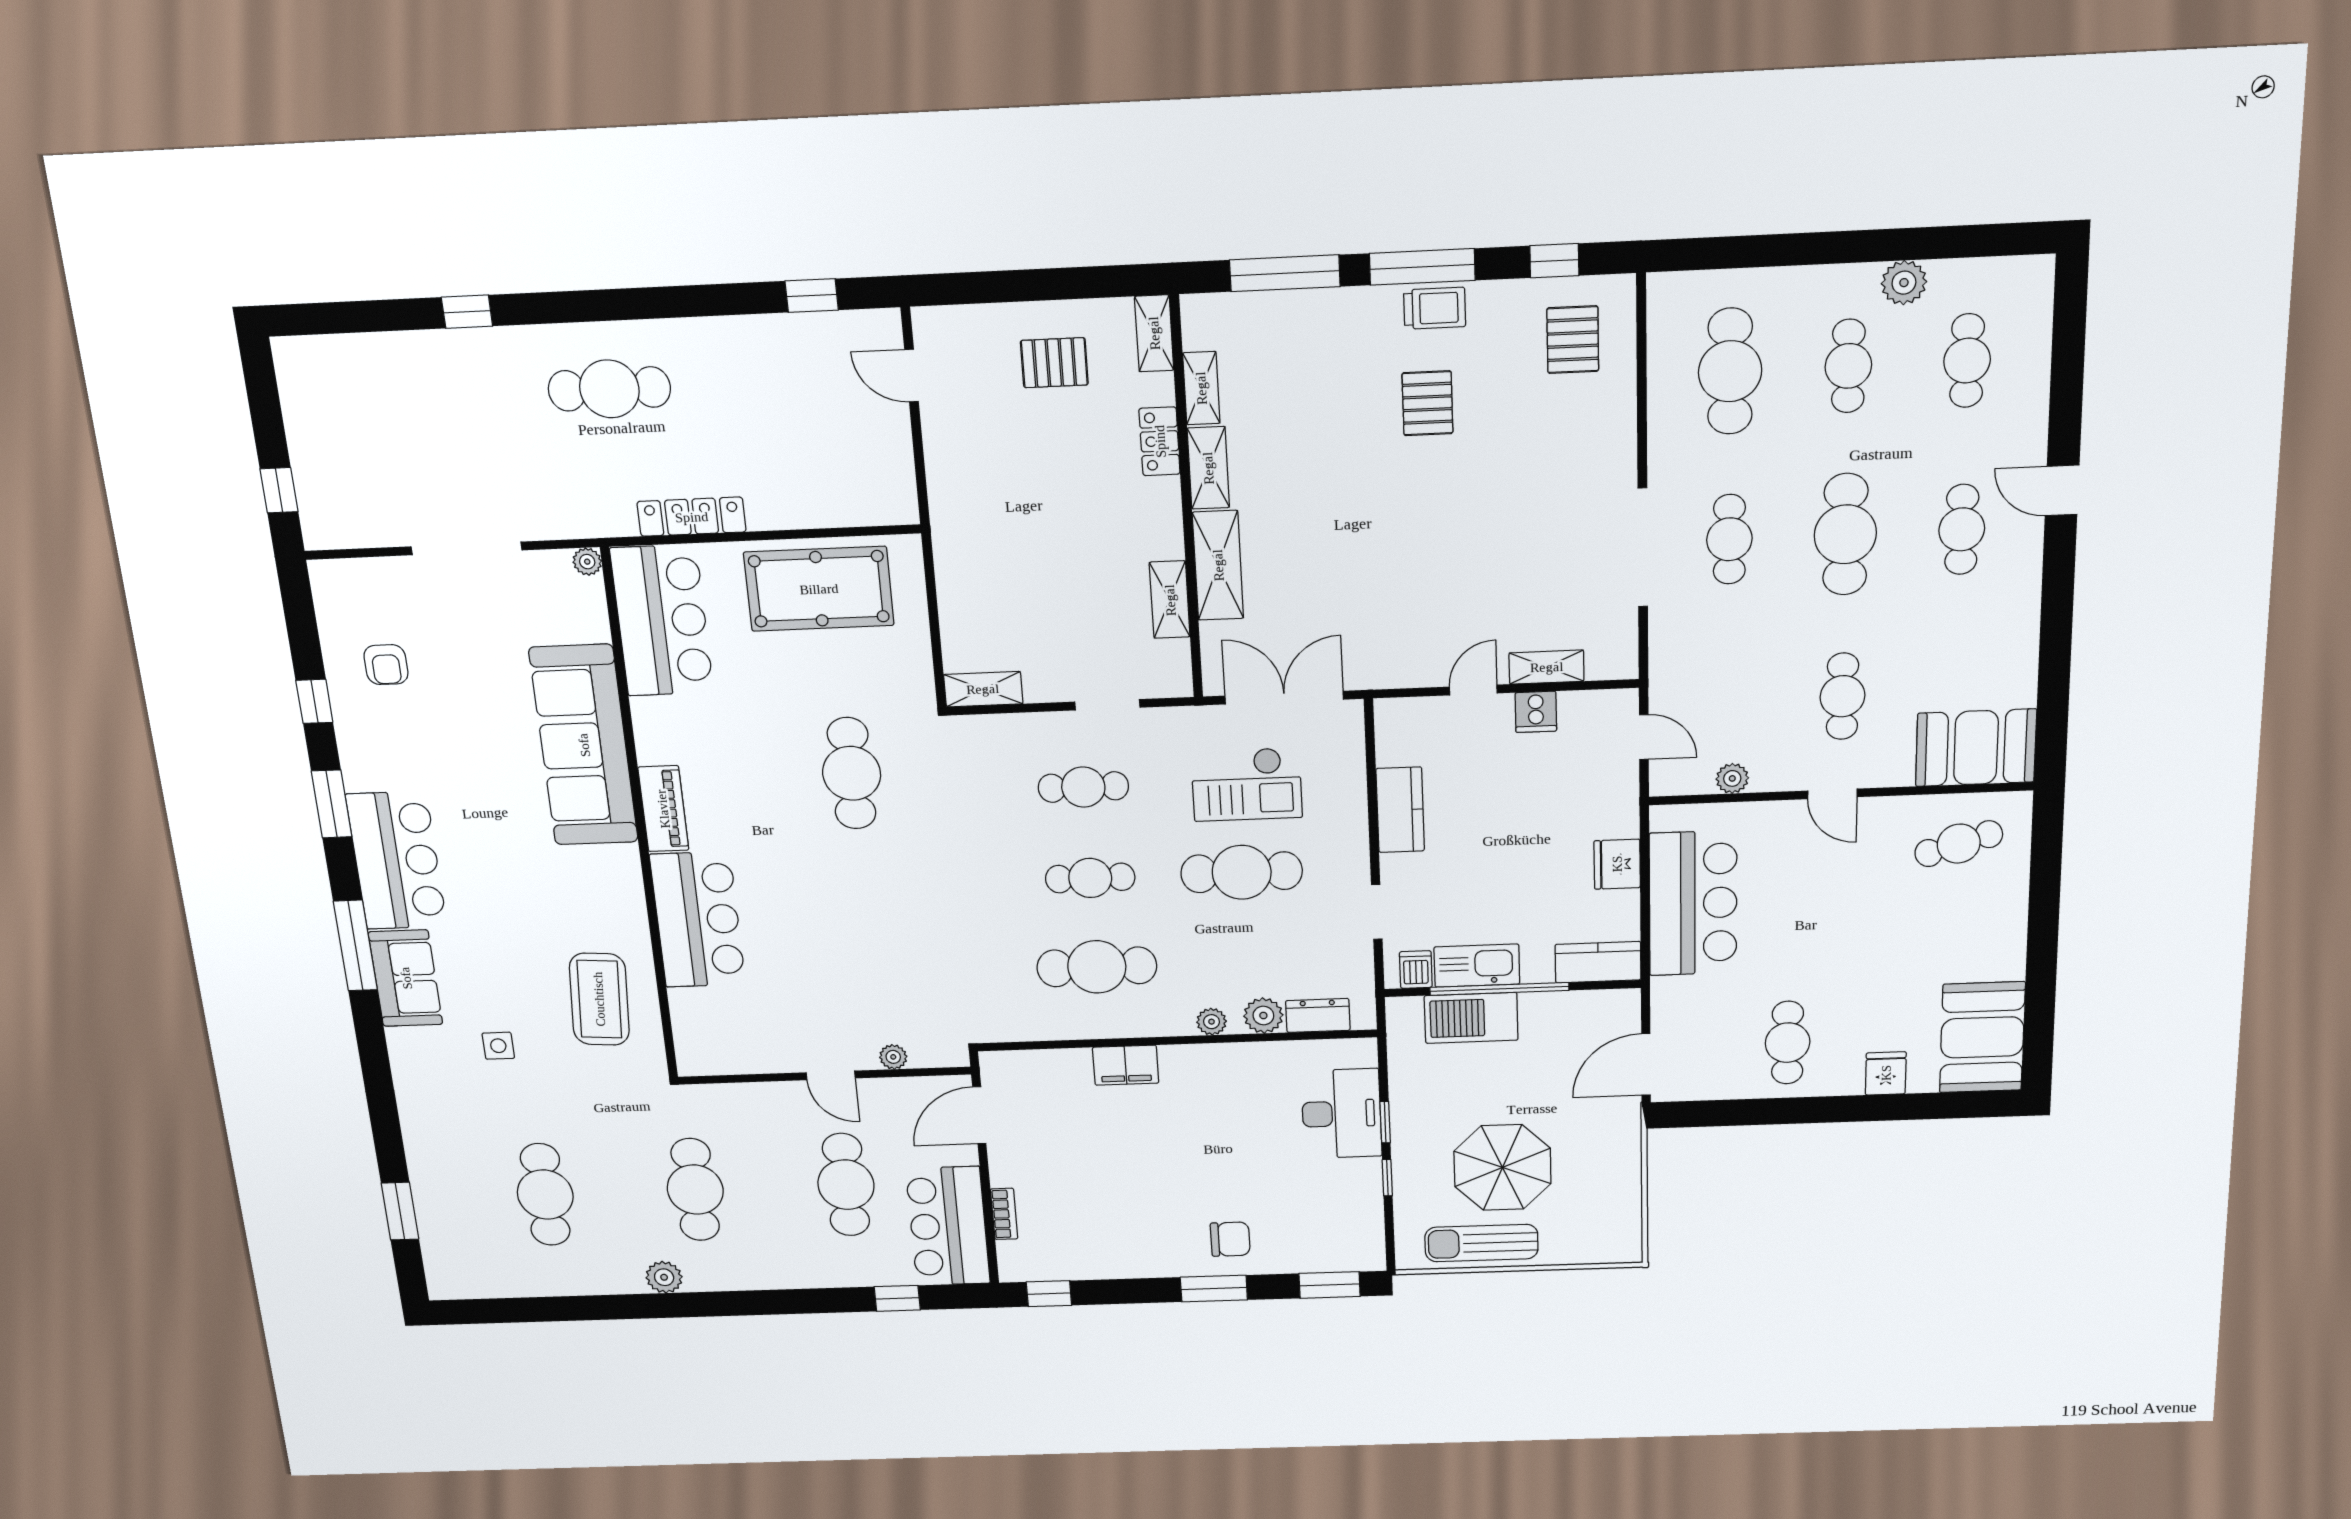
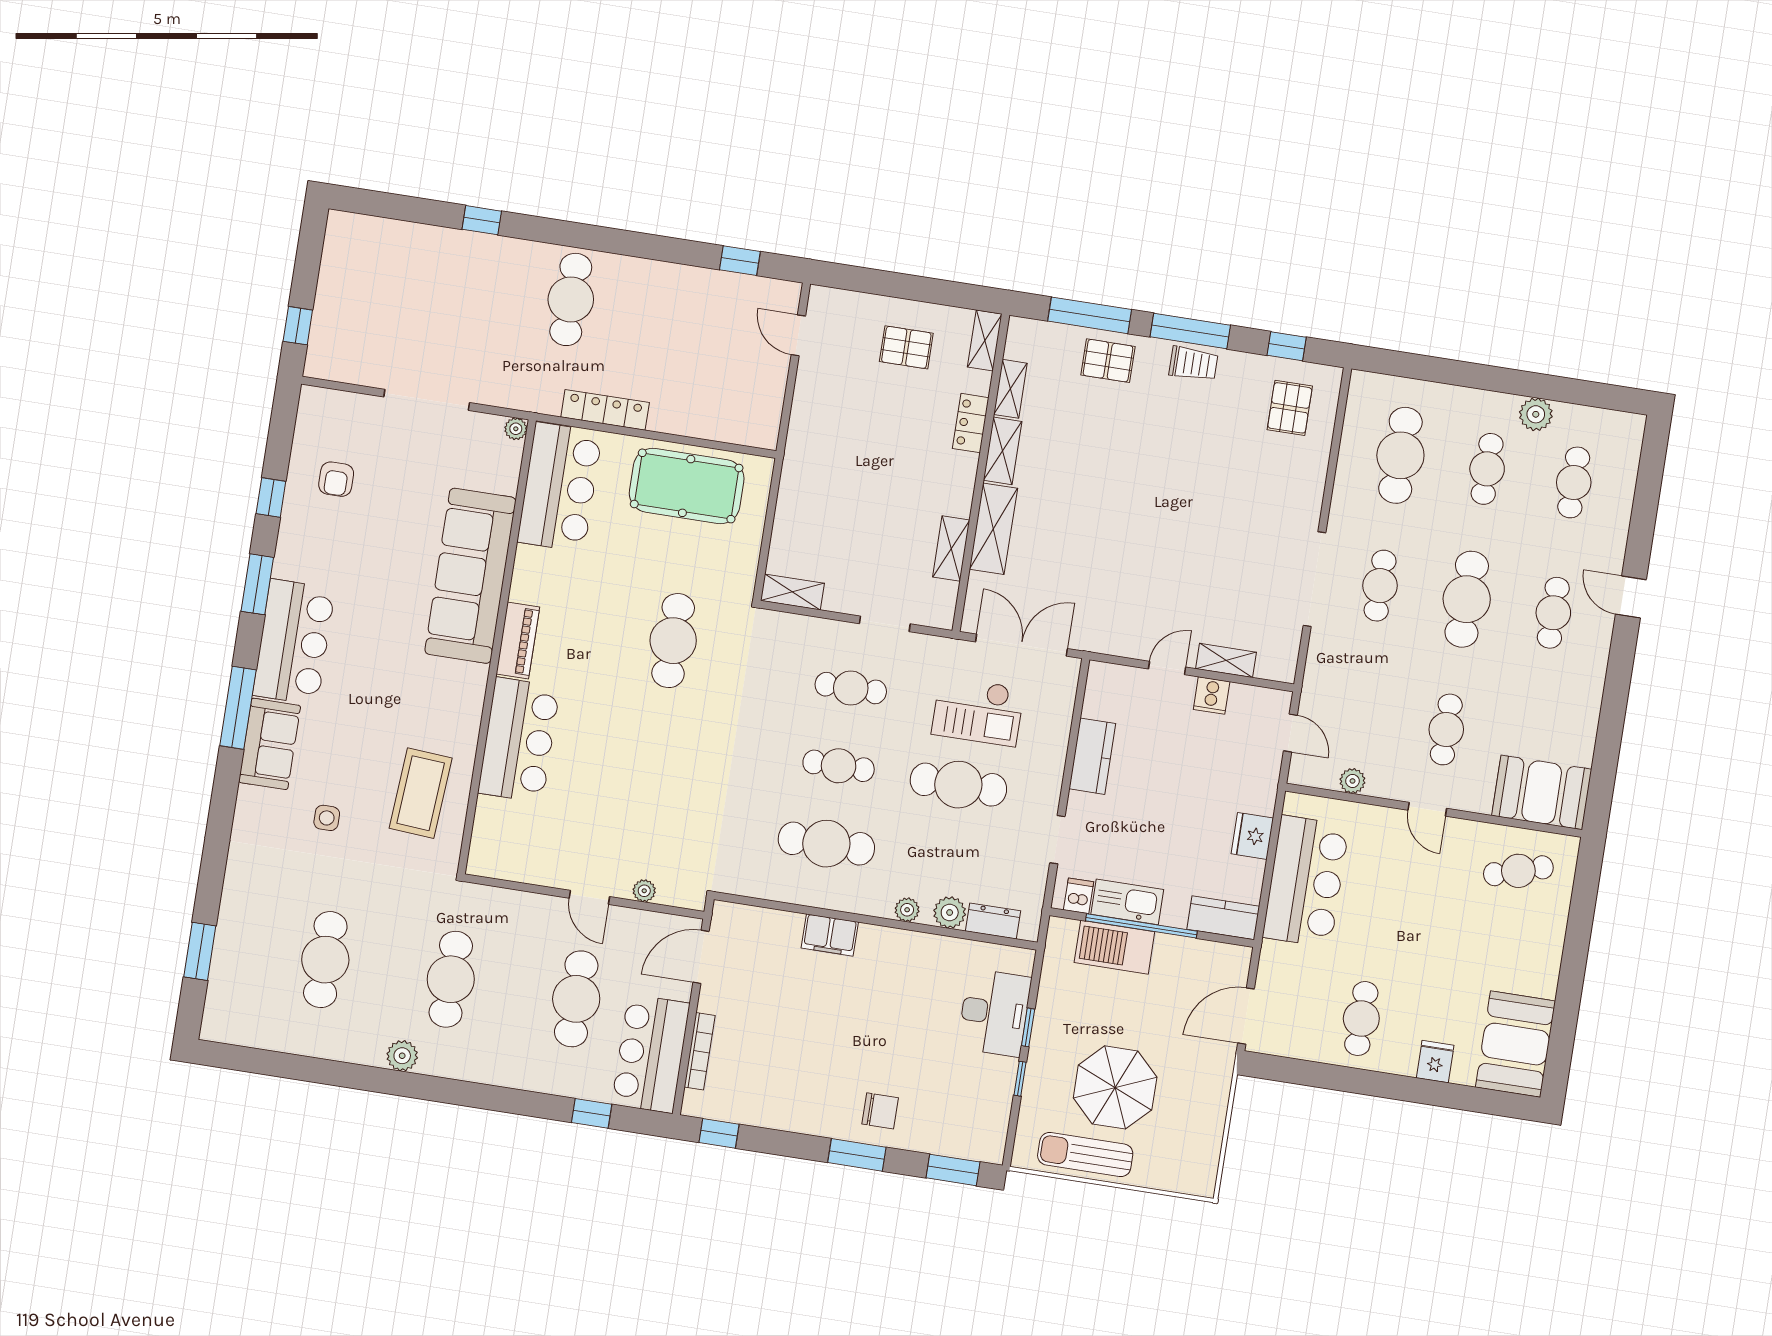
cafe table: (609, 389) -> (571, 299), turned 90
pallet: (1427, 403) -> (1108, 361), moved, turned 90
bookcase: (1004, 1214) -> (700, 1051), width x1.56

